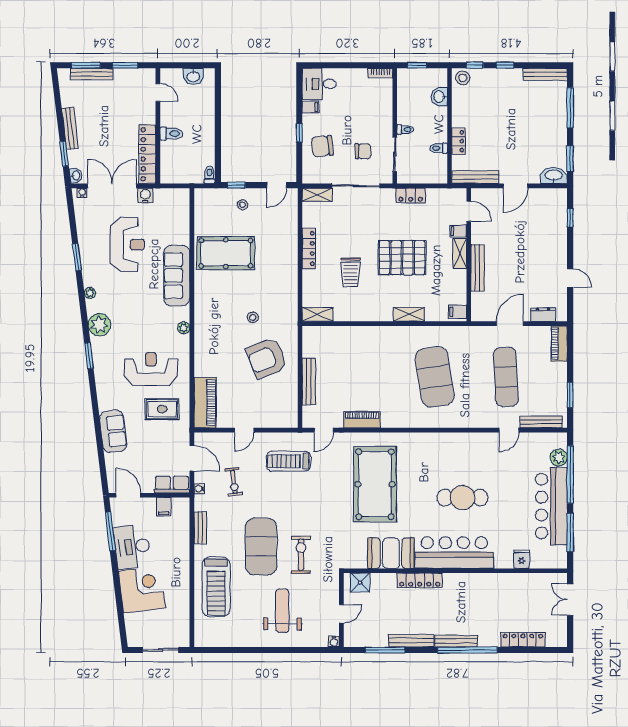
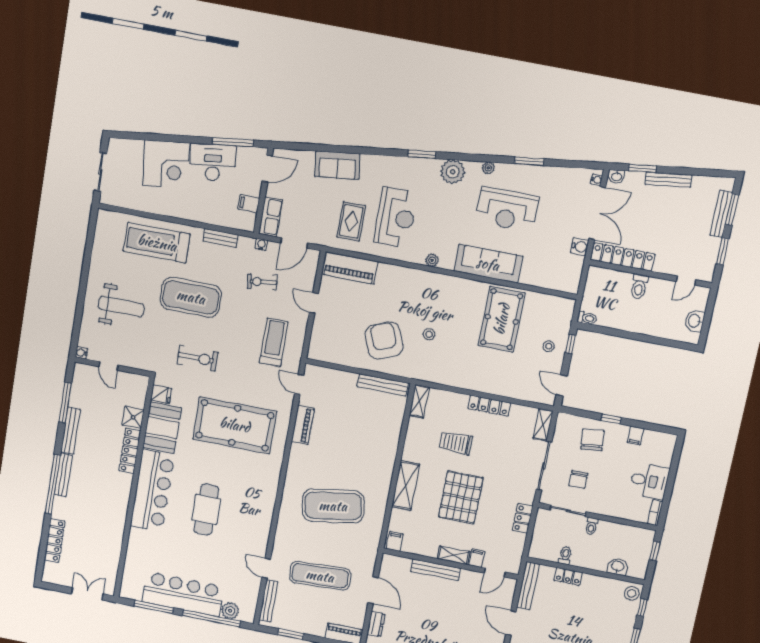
desk: (319, 84) -> (649, 481), moved, turned 90
reception desk: (127, 245) -> (507, 209), moved
shelving: (409, 314) -> (406, 486), width x1.50, depth x1.33
bench: (309, 381) -> (383, 385), moved
exercise bike: (301, 555) -> (198, 358), moved
fridge: (522, 559) -> (161, 394), moved
shower: (360, 582) -> (133, 417), moved

